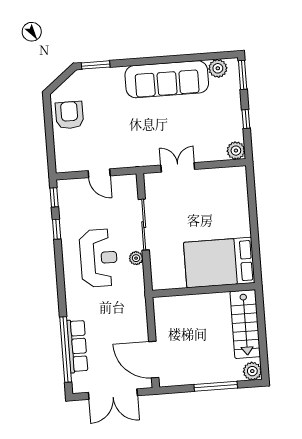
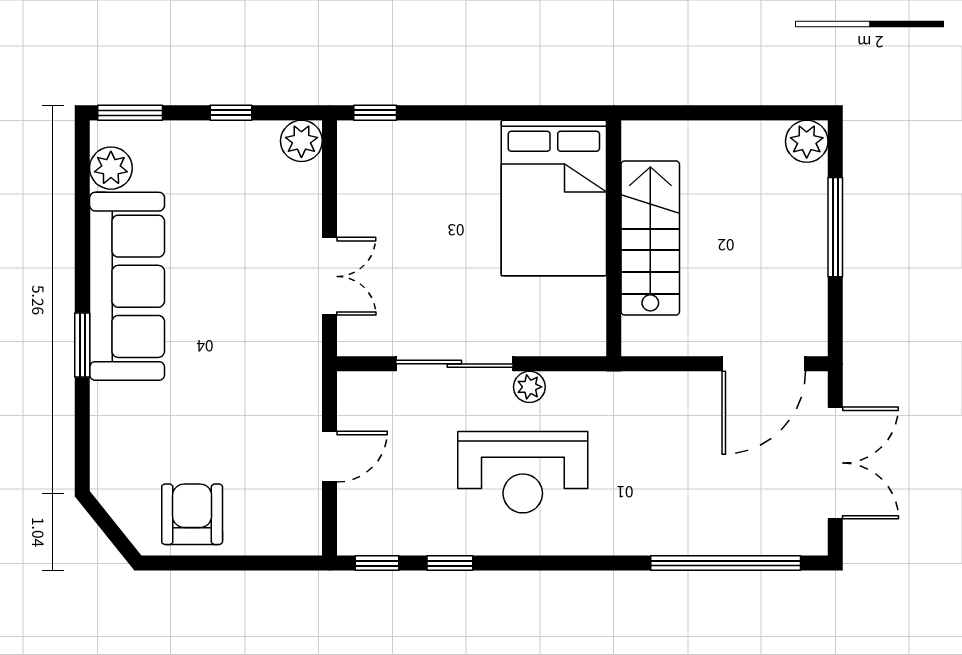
window: (96, 65) -> (82, 345), moved
armchair: (69, 115) -> (192, 514), turned 90
double door: (178, 167) -> (330, 276), swing flipped
window: (251, 182) -> (375, 113), added
reception desk: (99, 258) -> (523, 472), turned 180
stairs: (245, 324) -> (650, 238), moved, turned -90
row of seats: (77, 346) -> (720, 536), removed

